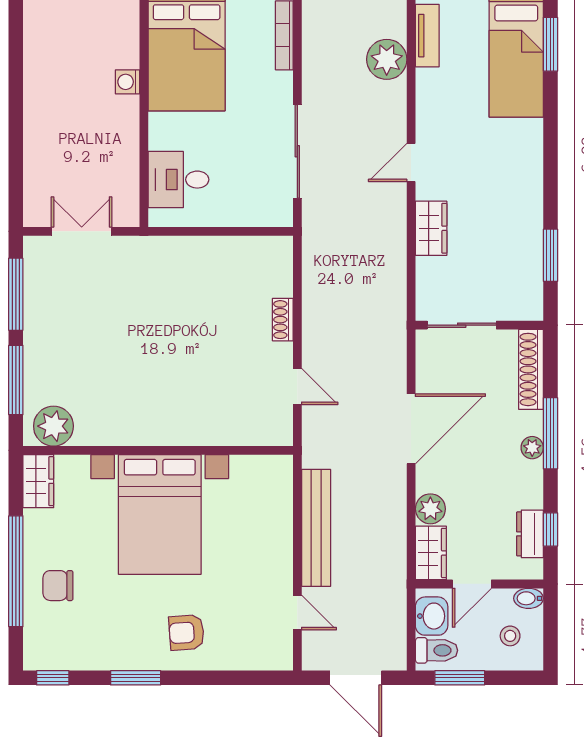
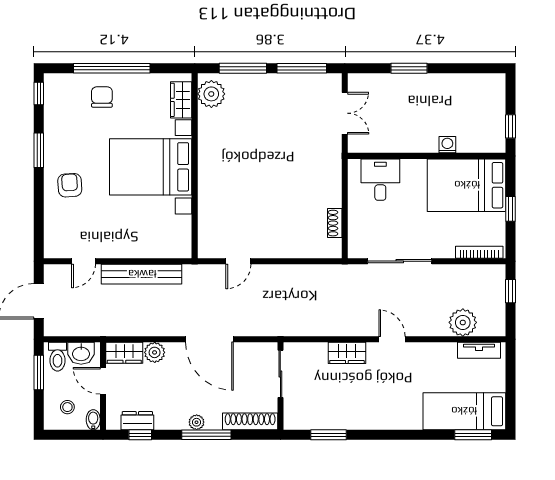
window: (16, 138) -> (409, 68), added
shoe rack: (283, 320) -> (335, 223), moved, turned -90
wardrobe: (38, 481) -> (181, 100), moved, turned 90

